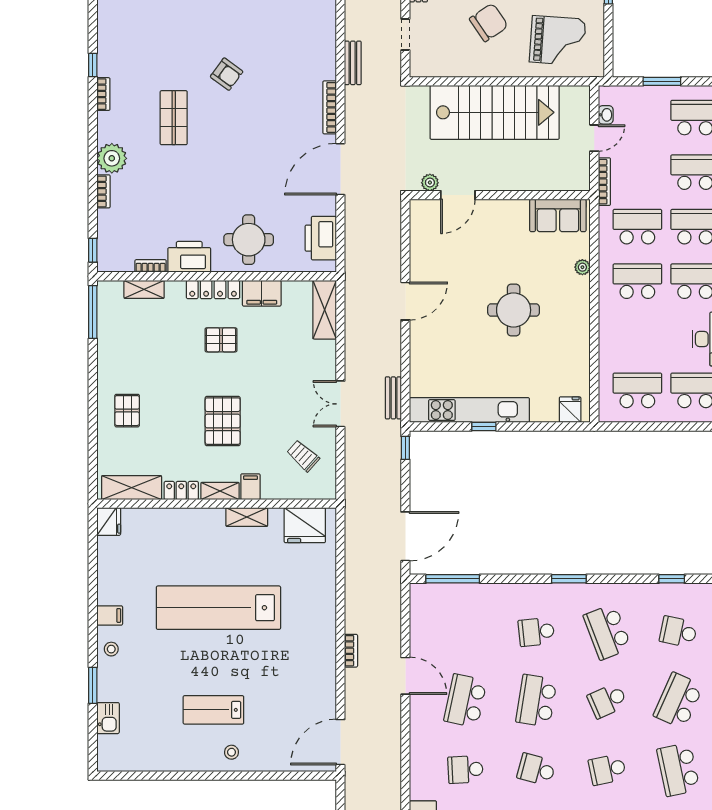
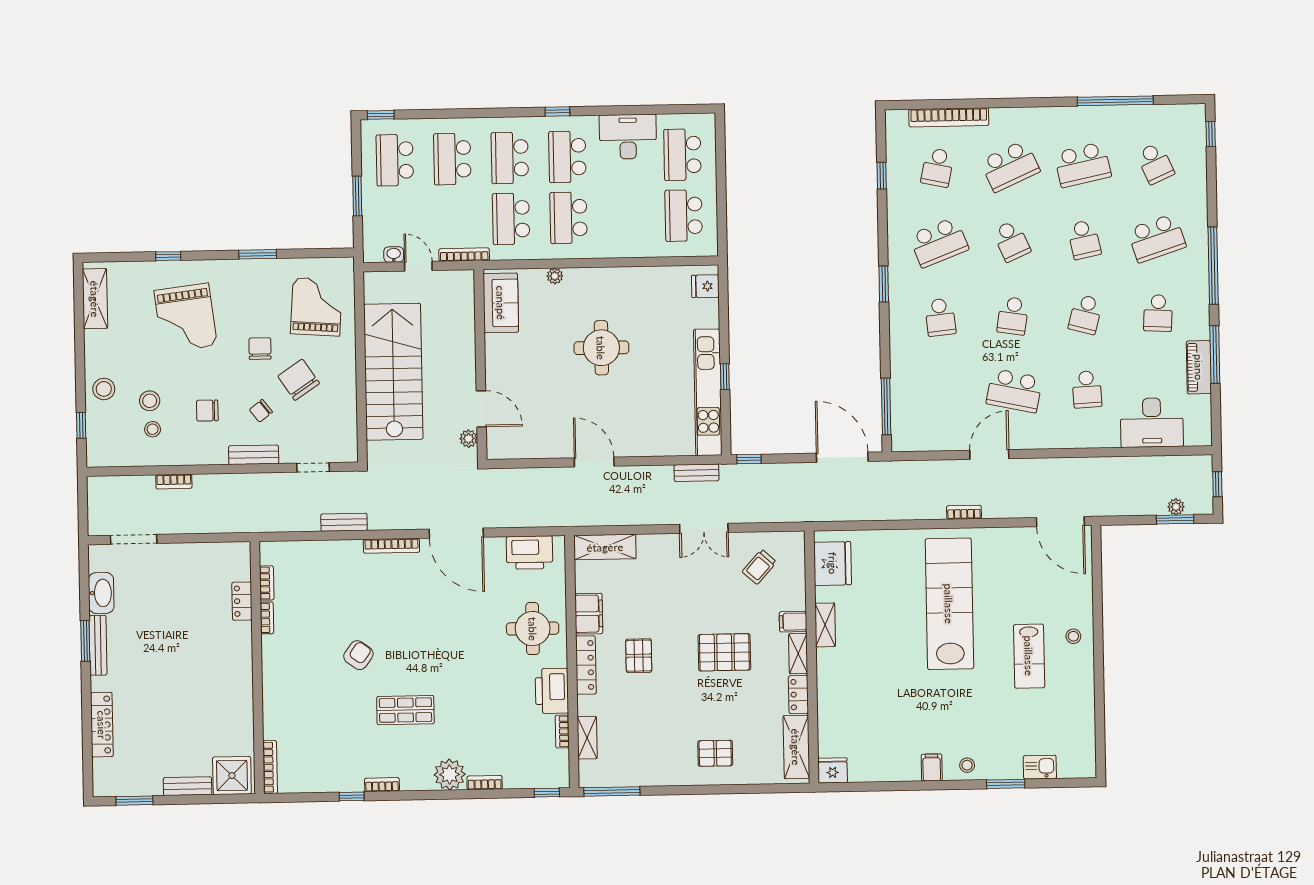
lab bench: (218, 608) -> (949, 604), moved, turned 180
school desk: (536, 701) -> (1013, 316), width x0.54
school desk: (678, 701) -> (1010, 166), turned -48

